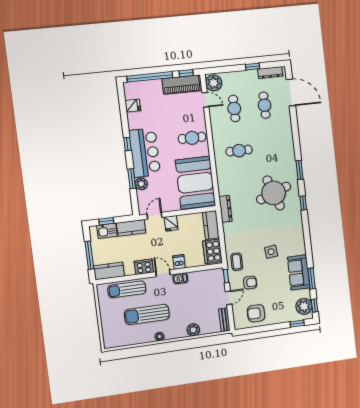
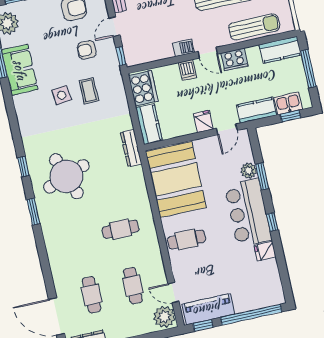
fridge: (133, 106) -> (265, 251), moved
coffee table: (237, 262) -> (89, 91), moved

